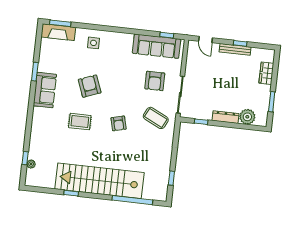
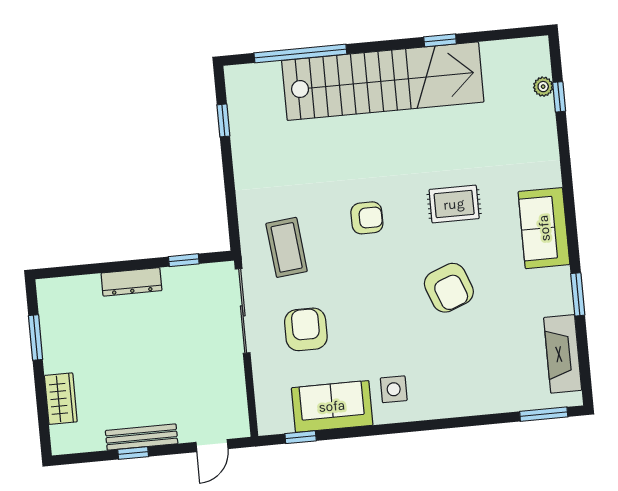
fireplace: (58, 32) -> (563, 354), moved, turned -90
door: (206, 40) -> (212, 446), swing flipped
side table: (93, 43) -> (394, 389), moved
sofa: (157, 46) -> (332, 406), width x0.73
sofa: (45, 90) -> (544, 228), moved
plant: (247, 117) -> (83, 293), removed
coffee table: (156, 118) -> (287, 247), turned 58
armchair: (119, 123) -> (367, 218), turned 104

